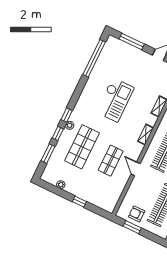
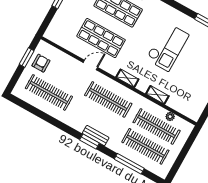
checkout: (115, 100) -> (167, 47), turned -90
shop shelf: (111, 161) -> (101, 38), width x1.43, depth x1.36

